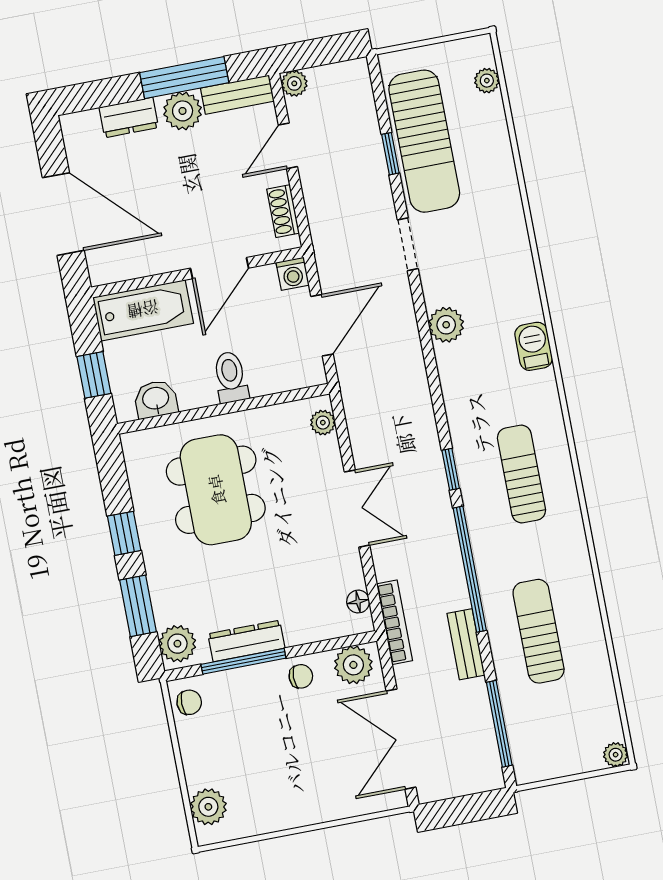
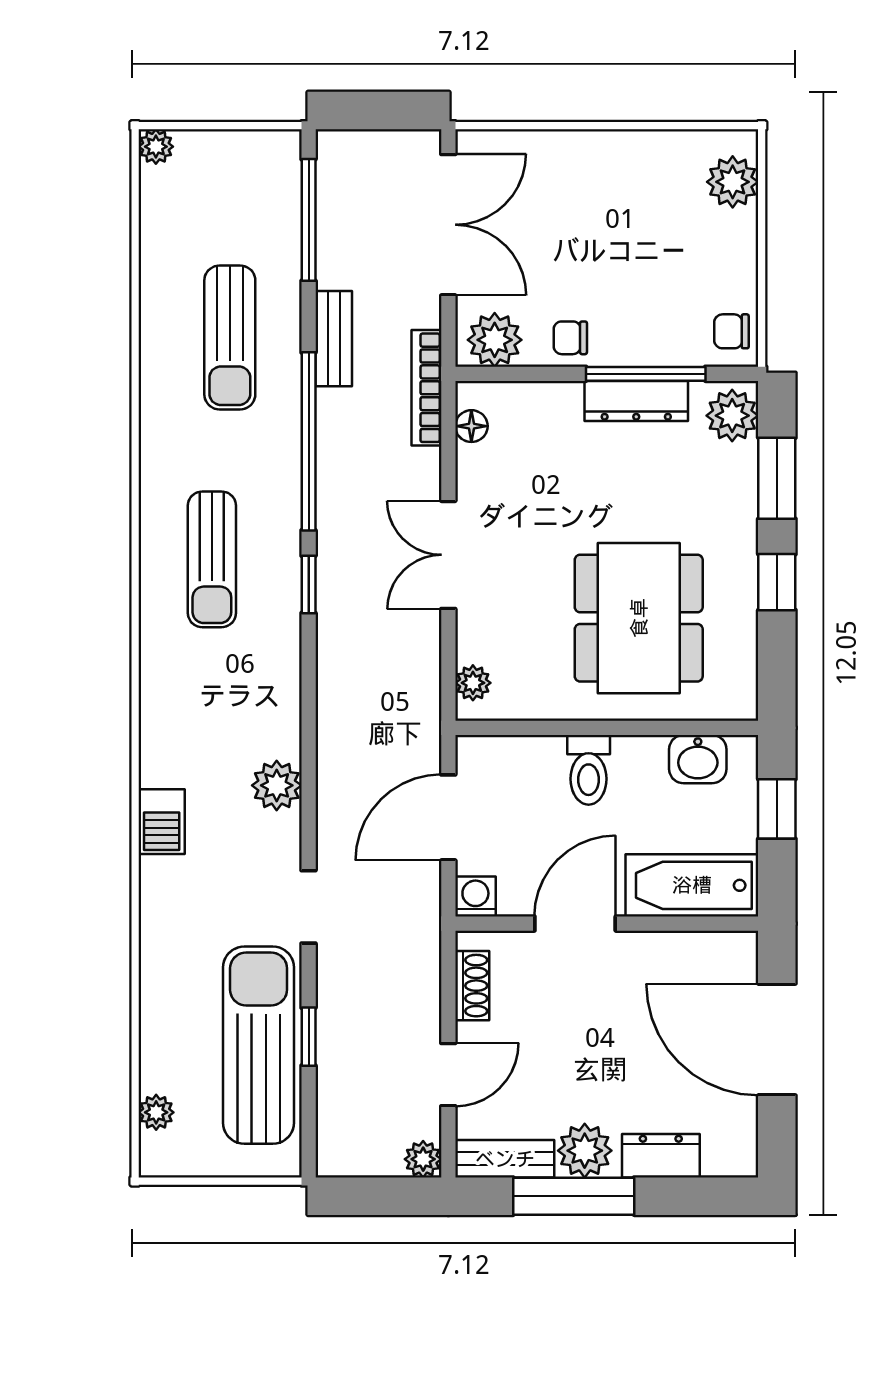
barbecue: (534, 346) -> (162, 822), moved

